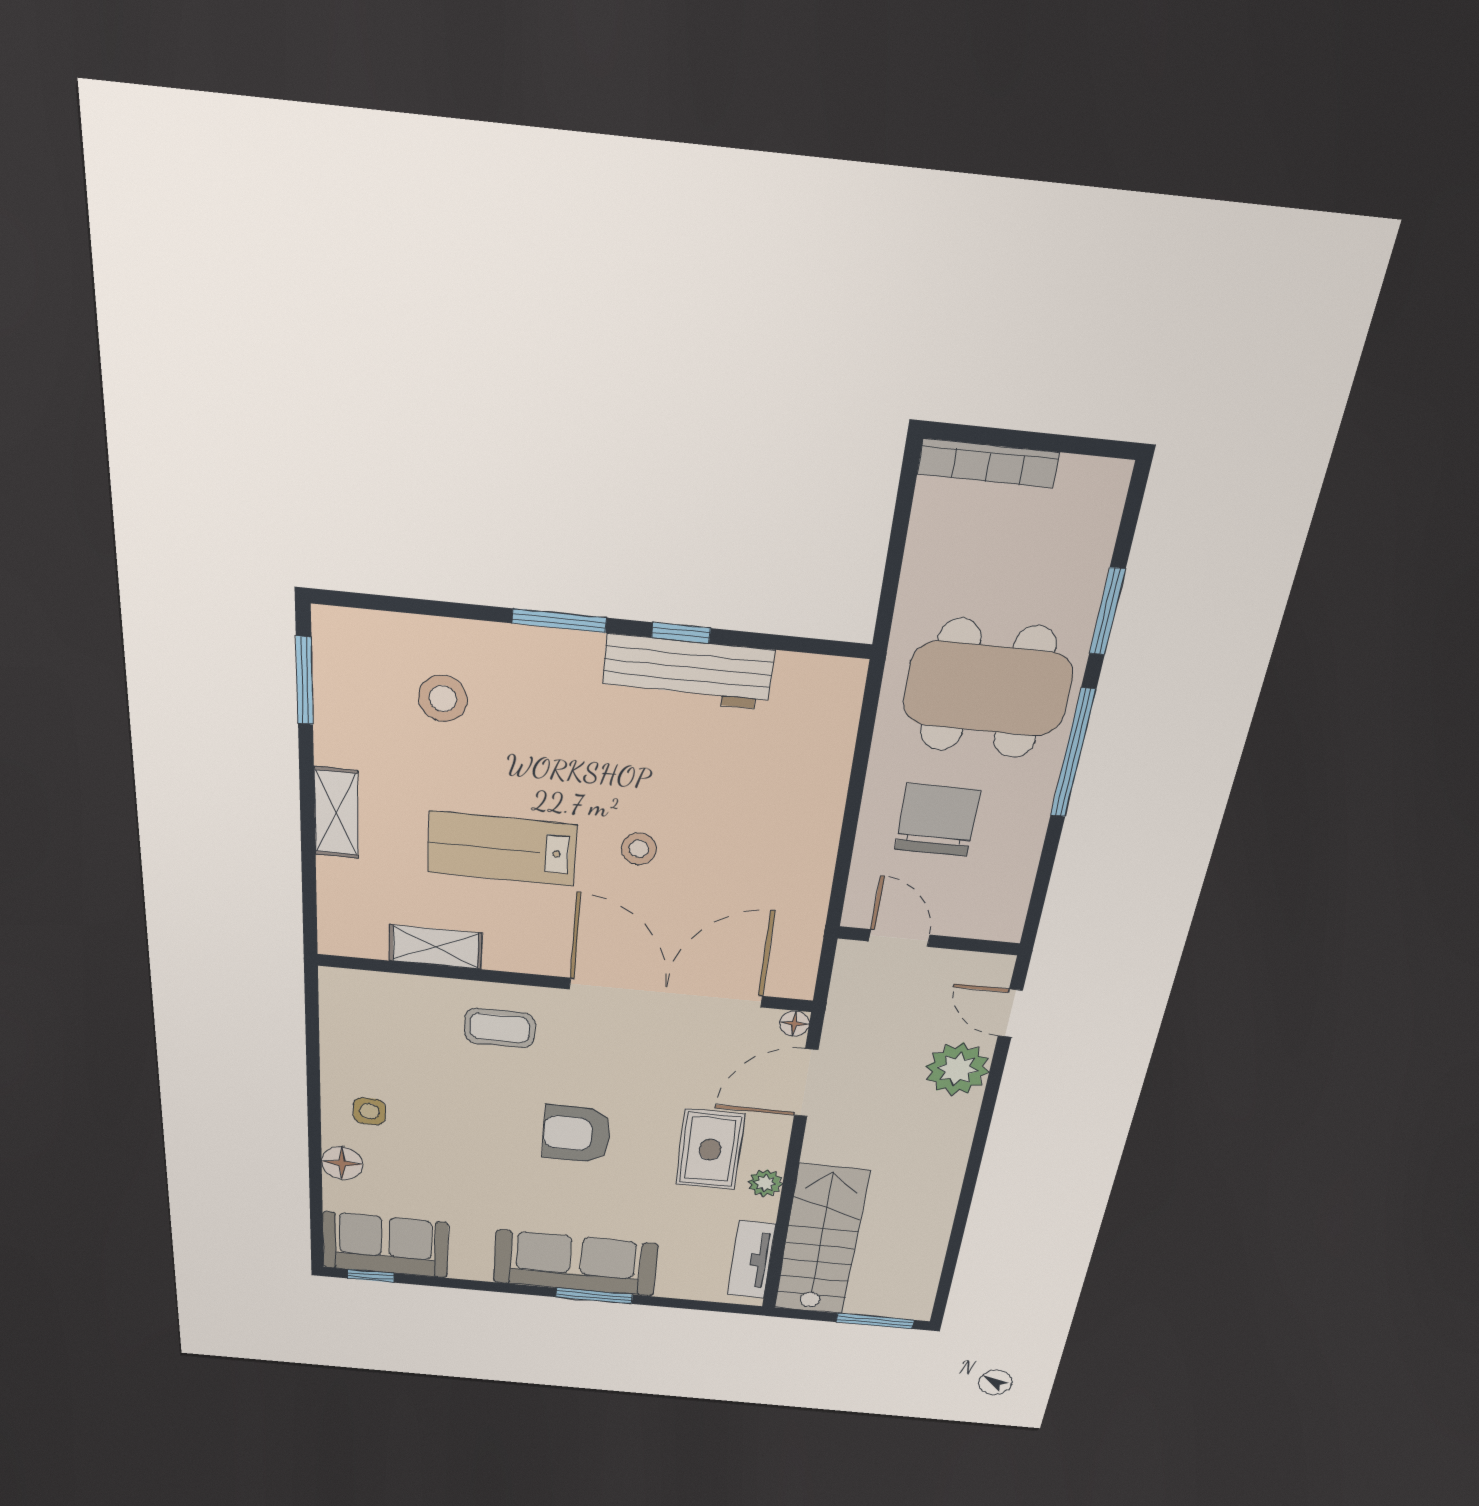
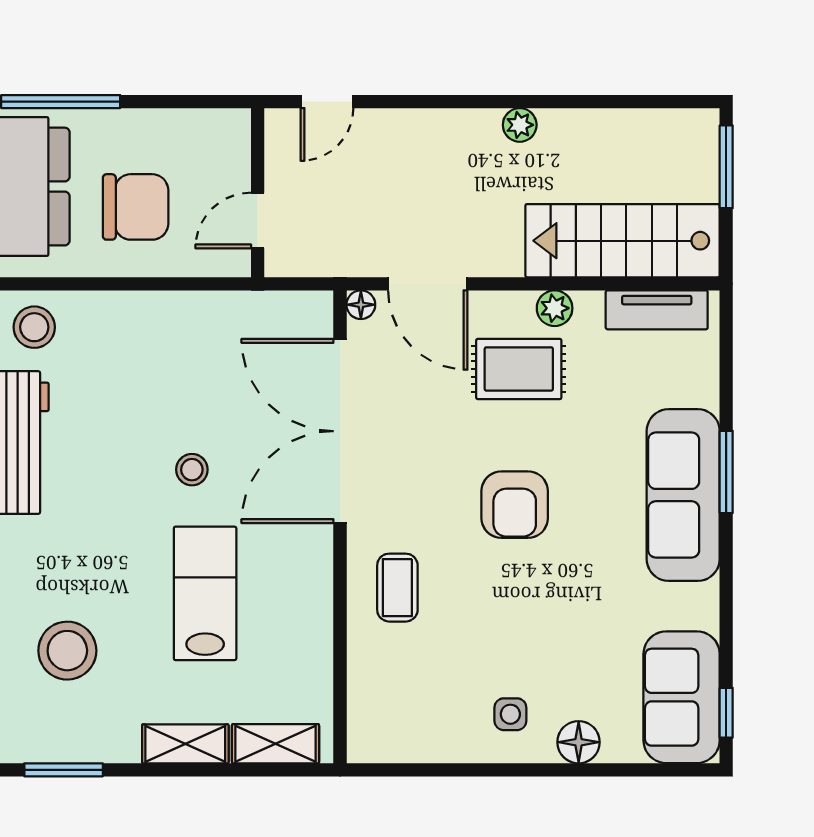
stool: (443, 698) -> (67, 651), width x1.38, depth x1.38
stool: (820, 699) -> (34, 327), added
chair: (937, 820) -> (136, 207), turned 180
lab bench: (502, 849) -> (205, 593), turned 180
shelving: (436, 947) -> (276, 744), moved, turned 90
plant: (957, 1069) -> (520, 125), moved, width x0.53, depth x0.53

